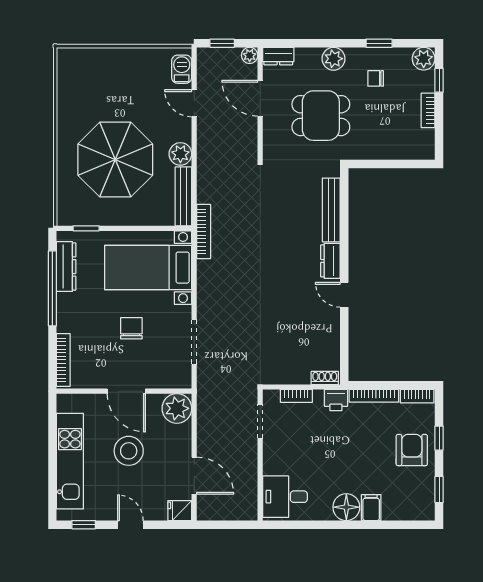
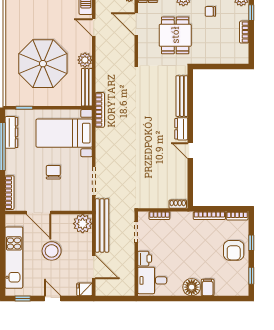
dining table: (321, 116) -> (175, 35), turned 90
door: (126, 391) -> (39, 213), moved
printer: (336, 400) -> (145, 259), moved, turned -90
bench: (207, 411) -> (102, 225), added
armchair: (412, 450) -> (234, 250), turned 180

